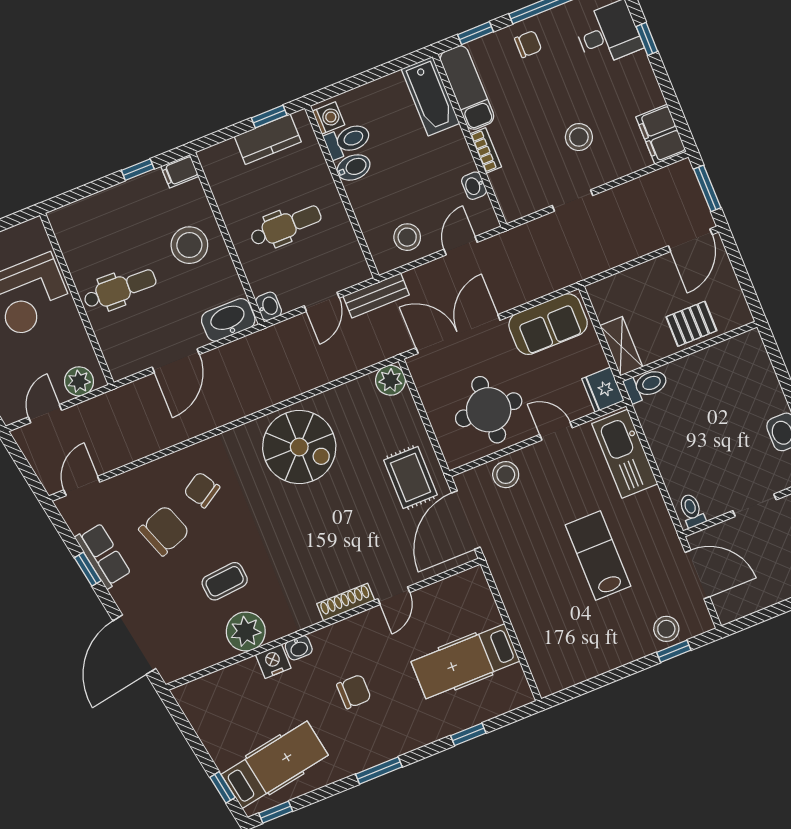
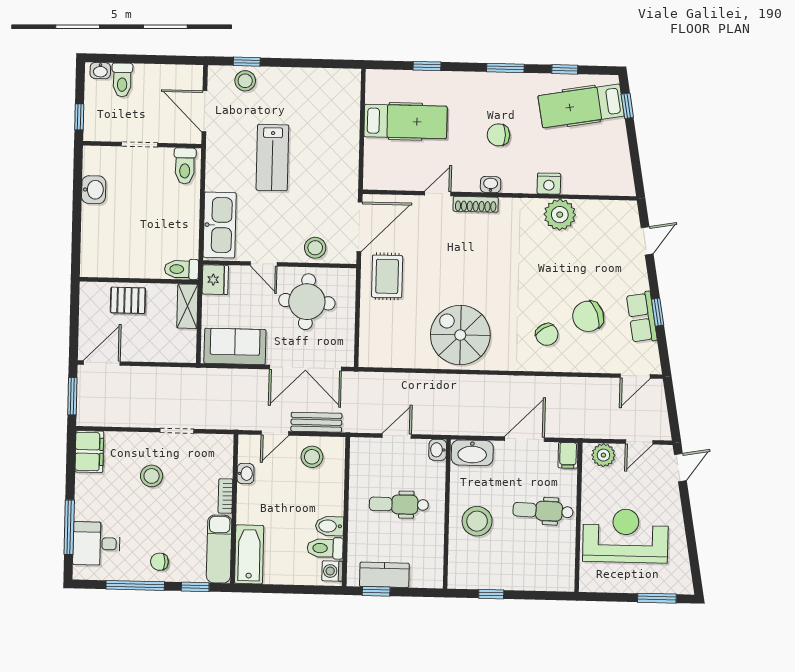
window: (647, 39) -> (69, 527), width x2.17
filing cabinet: (180, 171) -> (568, 455), moved, turned 90
bench: (376, 296) -> (316, 422), moved
plant: (390, 380) -> (371, 355), removed
toilet: (692, 510) -> (185, 166), width x1.37, depth x1.39
coffee table: (225, 581) -> (559, 259), removed
door: (134, 645) -> (647, 241), width x0.53
washbasin: (299, 648) -> (491, 185), moved
window: (276, 812) -> (565, 69), moved

